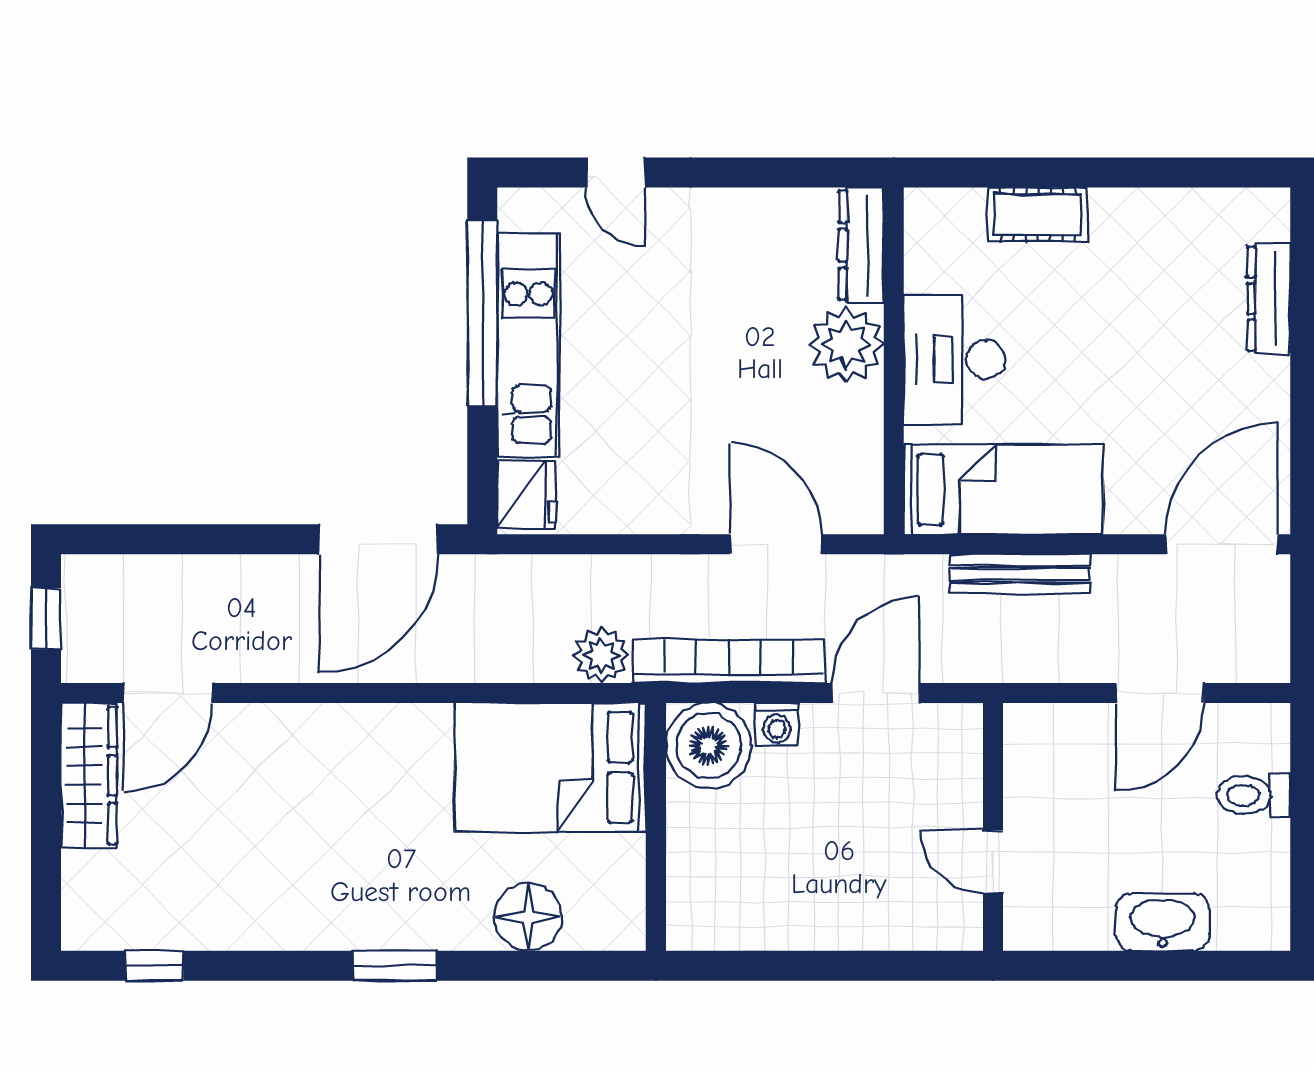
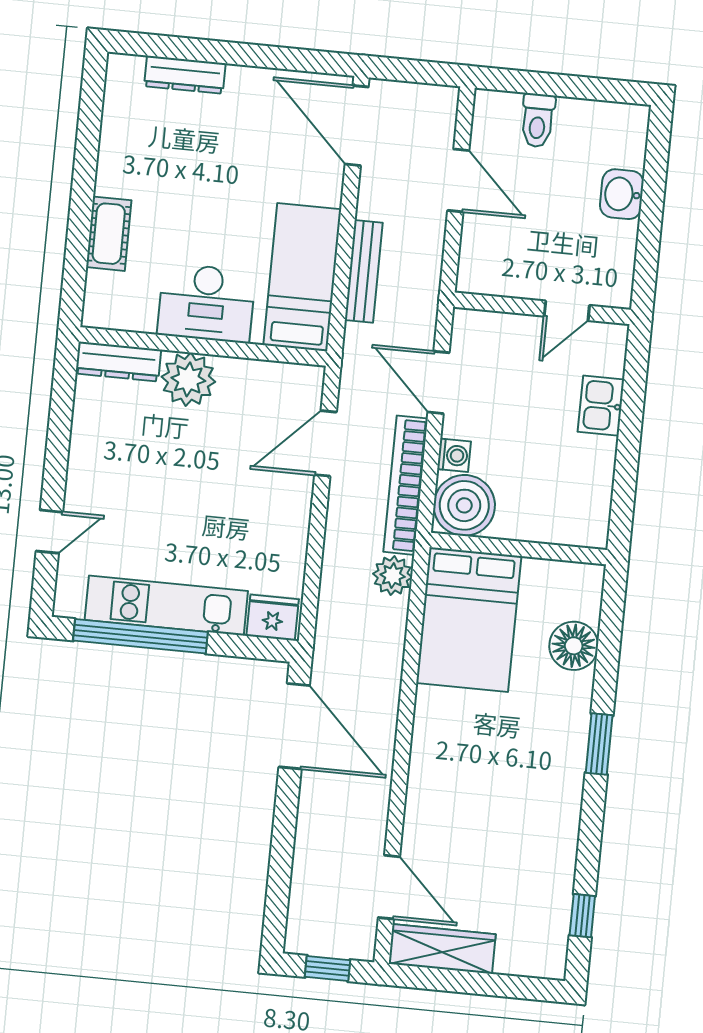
kitchen sink: (866, 922) -> (601, 406), added
washbasin: (1162, 922) -> (622, 194), width x0.72

